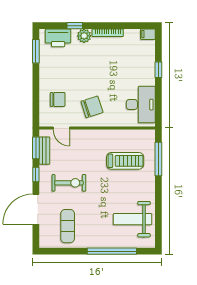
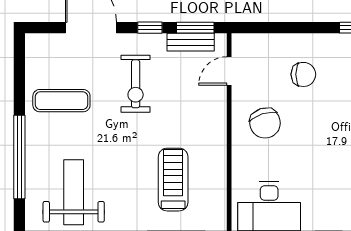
chair: (58, 99) -> (303, 74), moved, turned -90
treadmill: (125, 161) -> (173, 180), turned 180
exercise mat: (68, 226) -> (61, 101), moved

